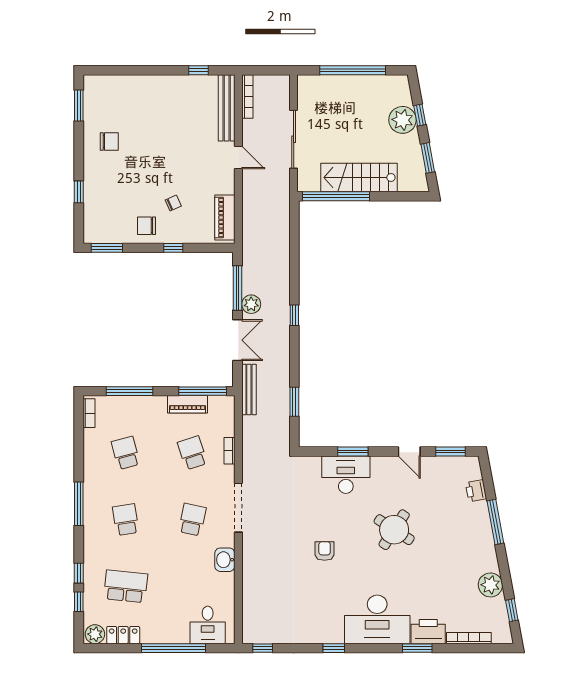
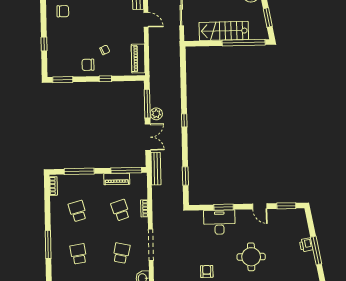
window: (336, 196) -> (244, 43), moved
printer: (476, 491) -> (306, 245), moved
round table: (394, 530) -> (251, 257), turned -33

